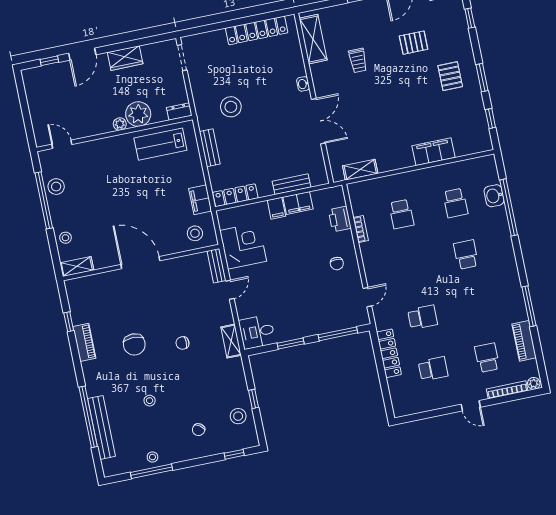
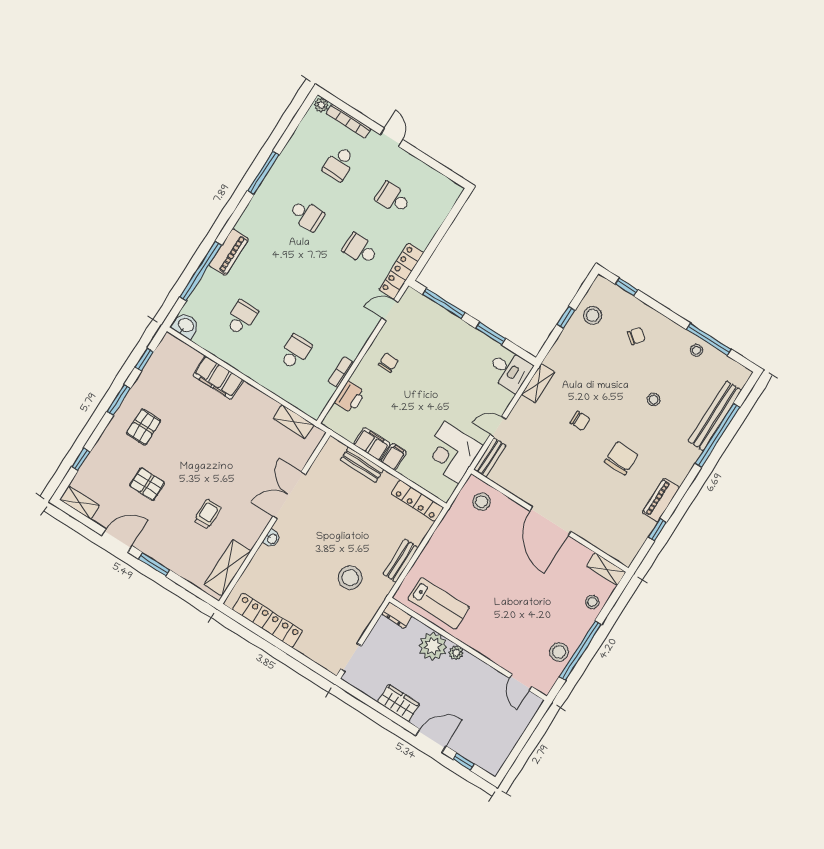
washbasin: (494, 196) -> (186, 326), moved, turned -90
filing cabinet: (200, 200) -> (450, 525), removed
school desk: (466, 255) -> (307, 215), moved, turned -90
piano: (524, 341) -> (229, 252), moved
locker: (389, 353) -> (401, 271), moved

